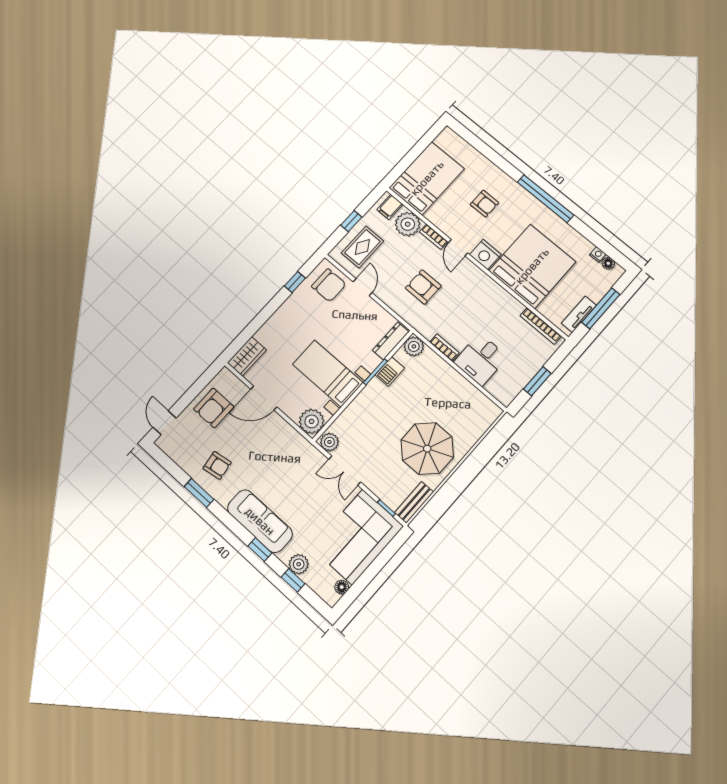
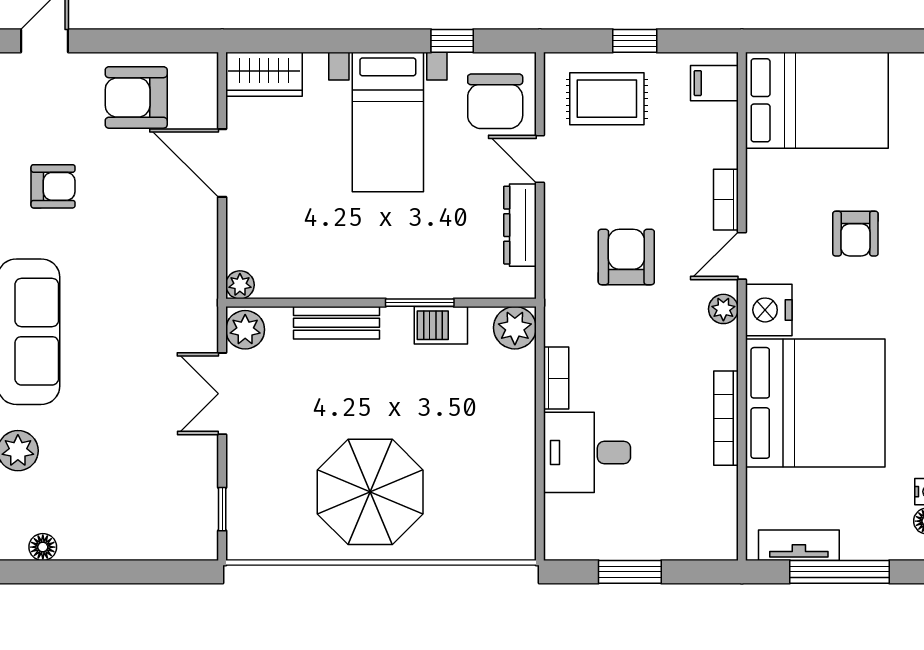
plant: (408, 224) -> (723, 309), moved, width x0.53, depth x0.53
door: (363, 287) -> (540, 159), swing flipped
bookcase: (541, 326) -> (726, 418), moved
dresser: (391, 341) -> (520, 225), moved, turned -90
bed with nightstands: (328, 373) -> (388, 122), moved, turned 180
plant: (312, 421) -> (240, 285), width x0.53, depth x0.53
armchair: (217, 465) -> (53, 186), turned -81
bench: (414, 502) -> (337, 323), moved
corner sofa: (357, 537) -> (139, 504), removed

